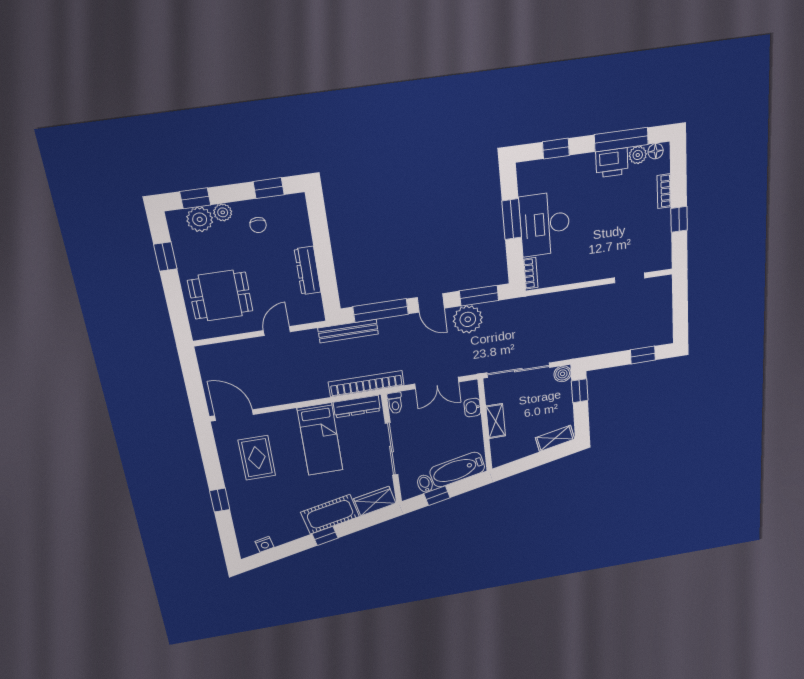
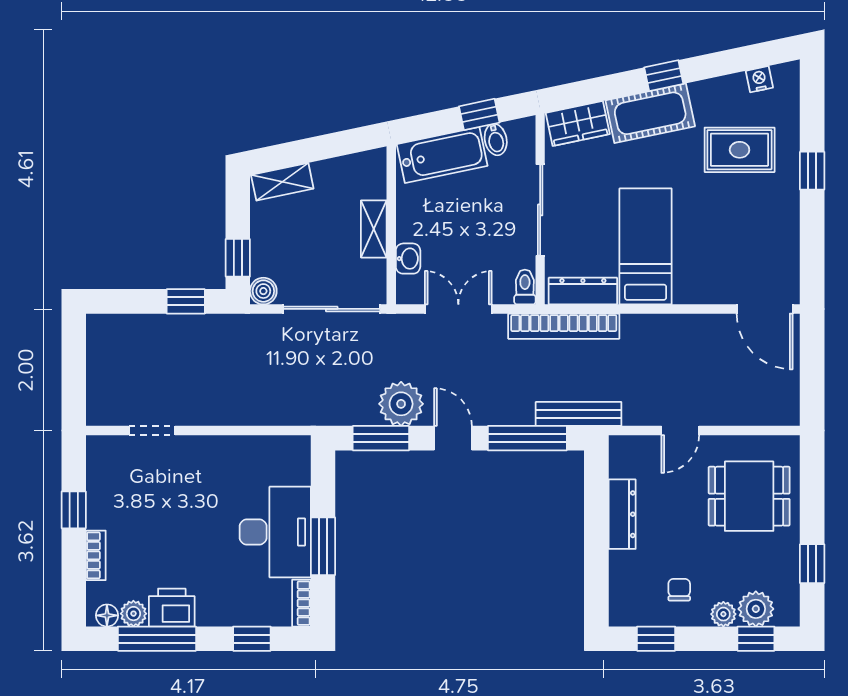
bookcase: (531, 273) -> (301, 603), moved
window: (643, 355) -> (186, 301), moved
rug: (257, 458) -> (740, 150), moved, turned 90

